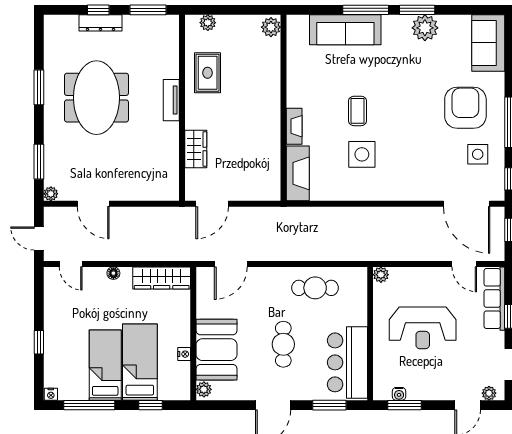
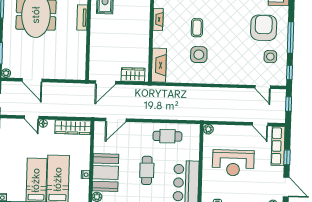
fireplace: (294, 126) -> (158, 19), moved
wardrobe: (196, 149) -> (133, 75), moved, turned -90
door: (467, 204) -> (263, 87), width x0.53
door: (71, 264) -> (32, 117), moved

